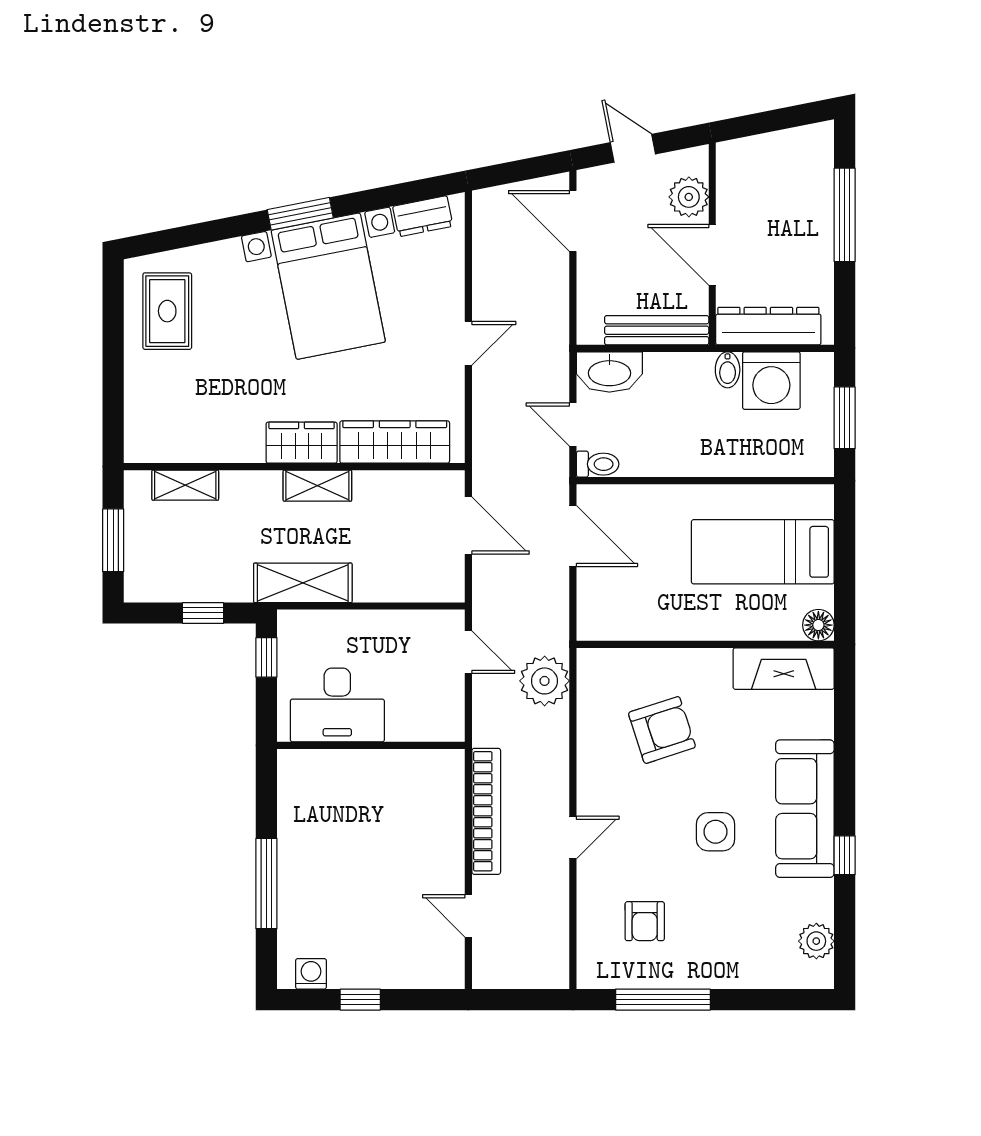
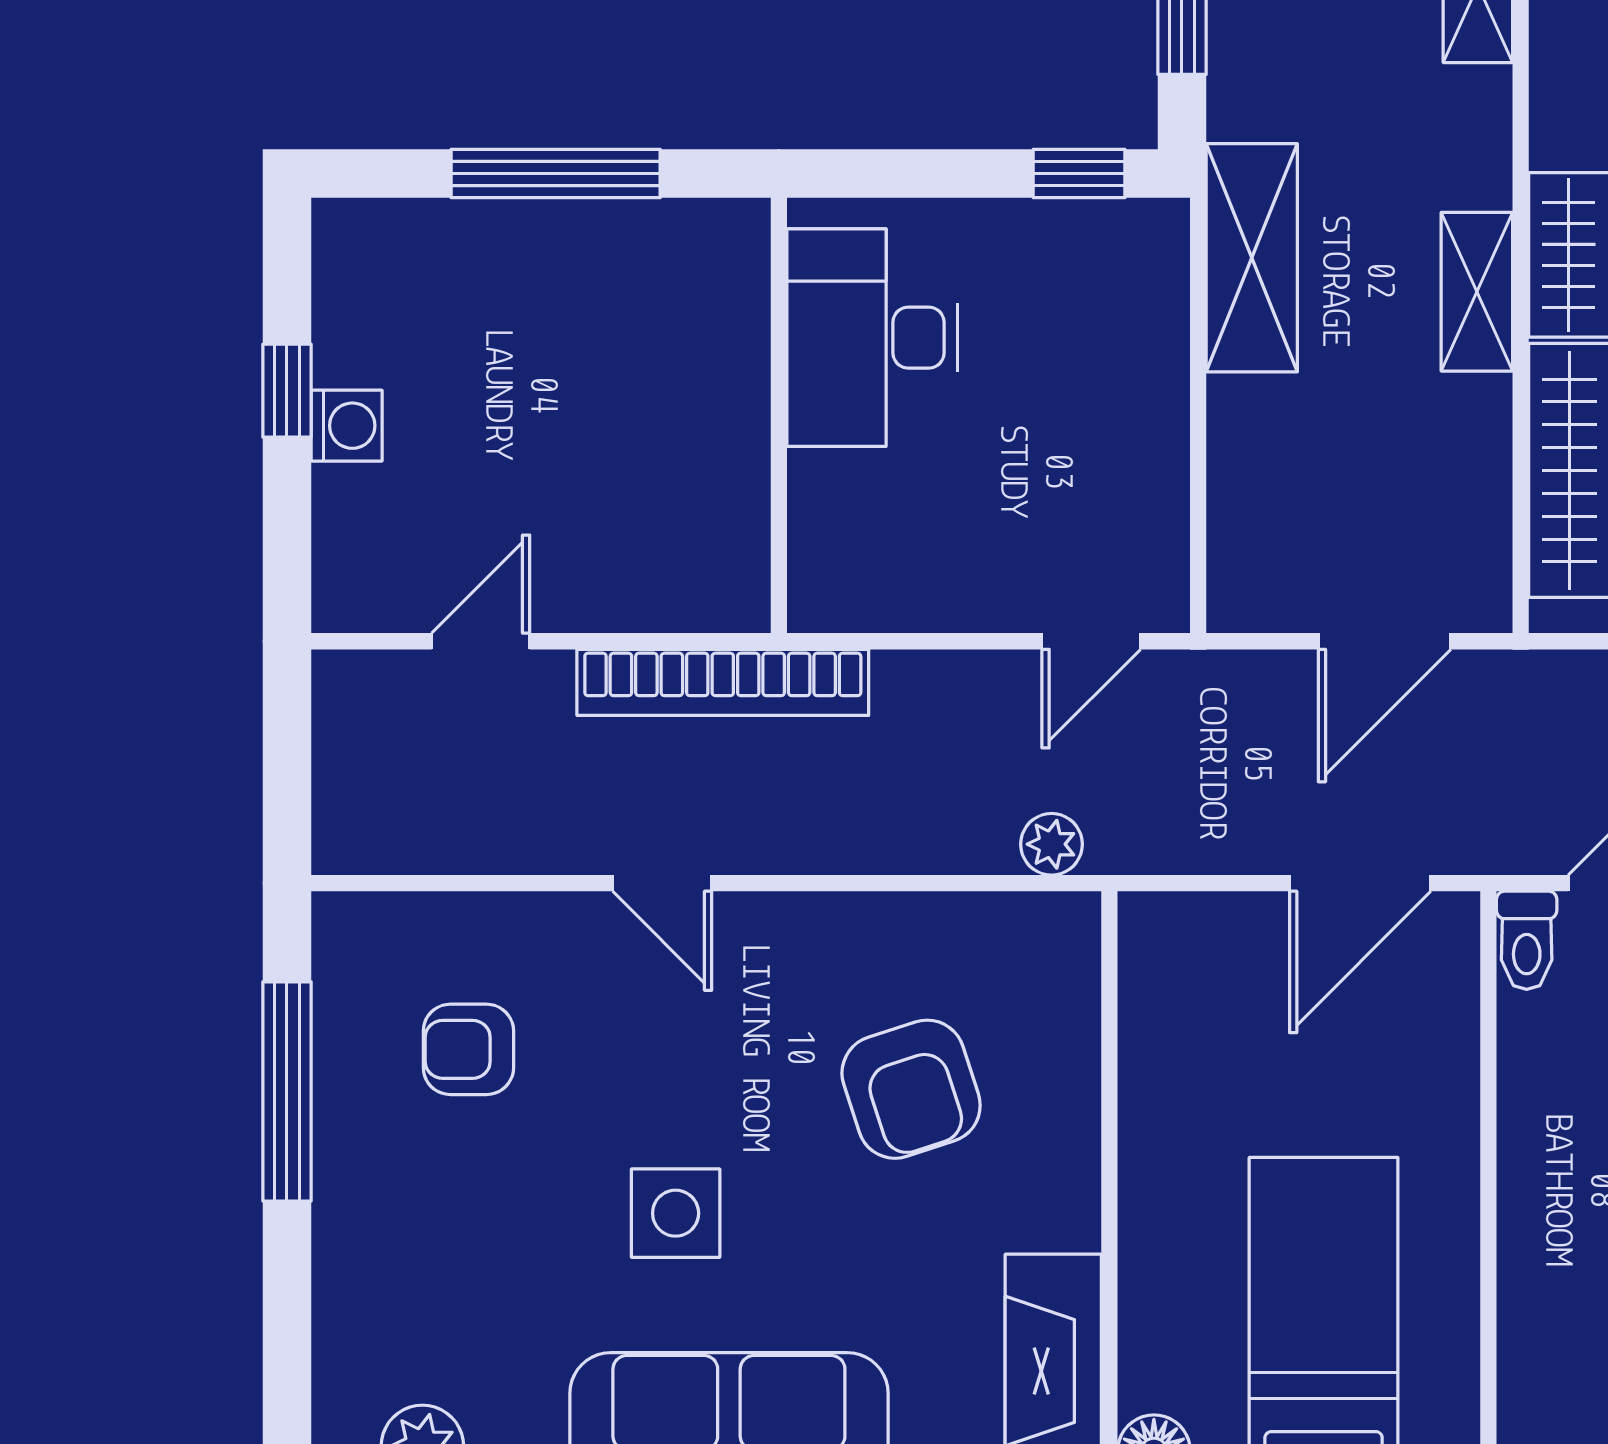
plant: (545, 681) -> (1052, 844), width x0.53, depth x0.53
desk: (337, 705) -> (872, 338), moved
wall: (371, 745) -> (779, 415), moved
washing machine: (311, 974) -> (347, 426), moved

